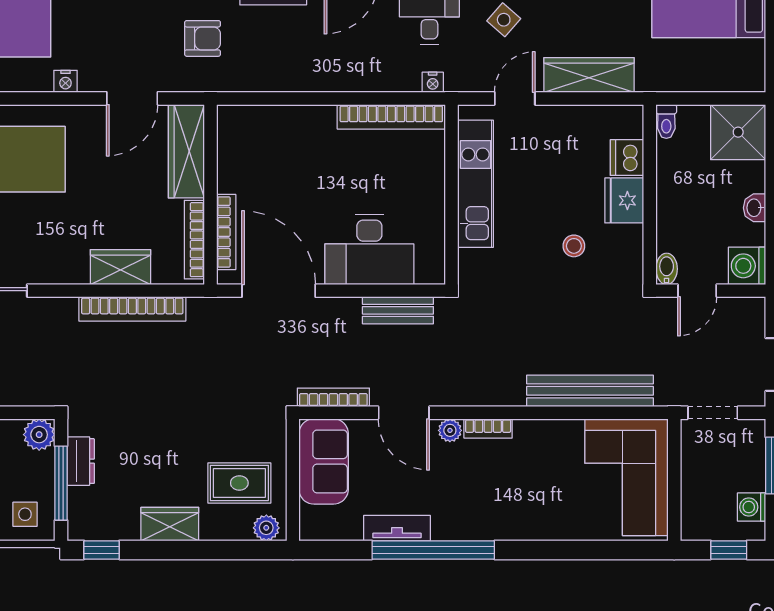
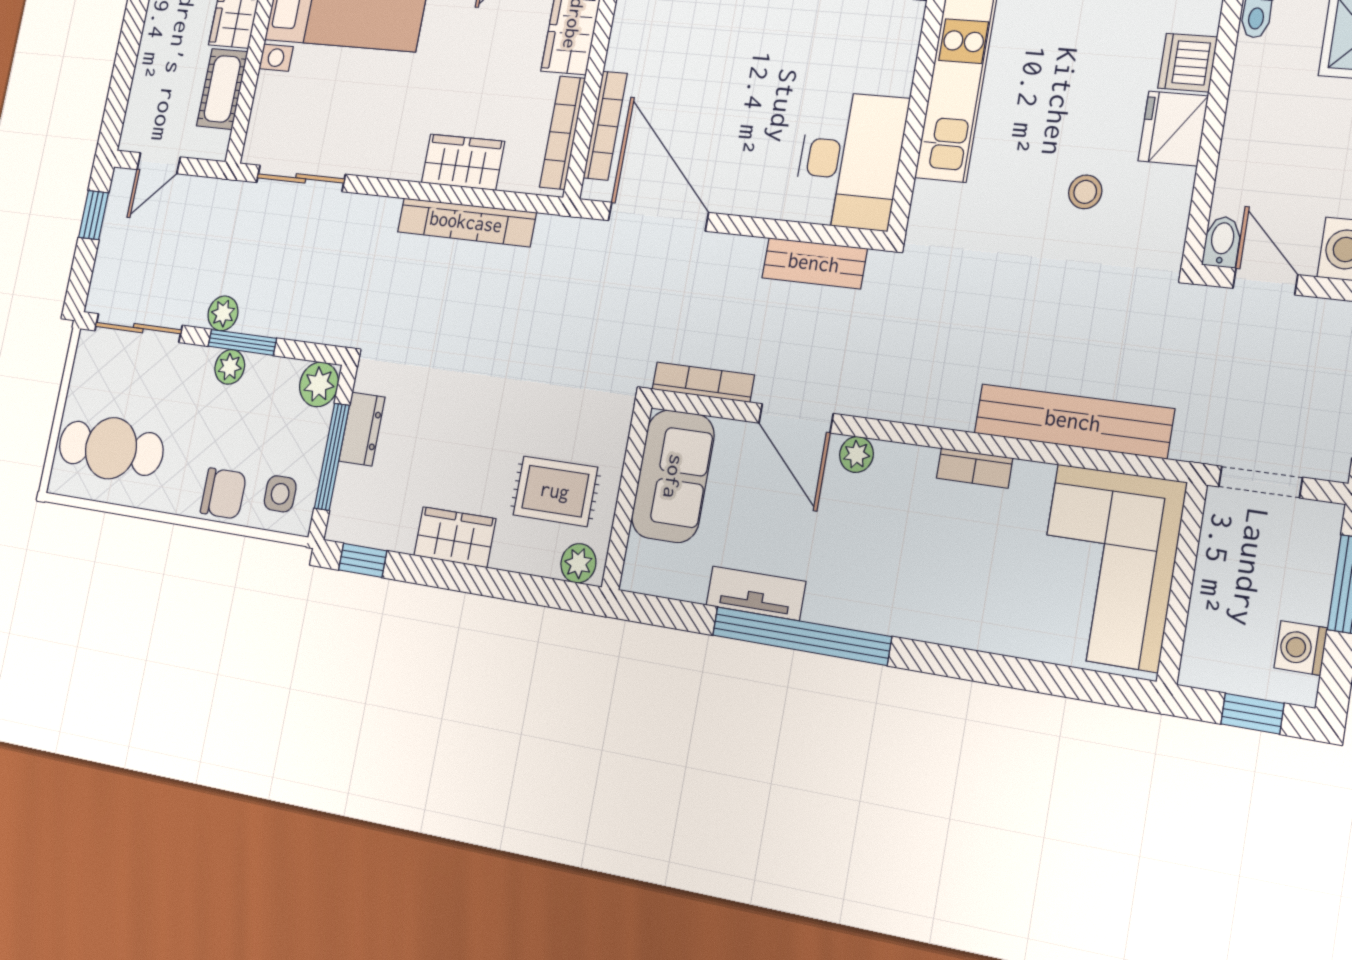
desk: (369, 250) -> (850, 160), moved, turned -90
door: (697, 291) -> (1265, 282), swing flipped
bookcase: (488, 428) -> (975, 468), moved

